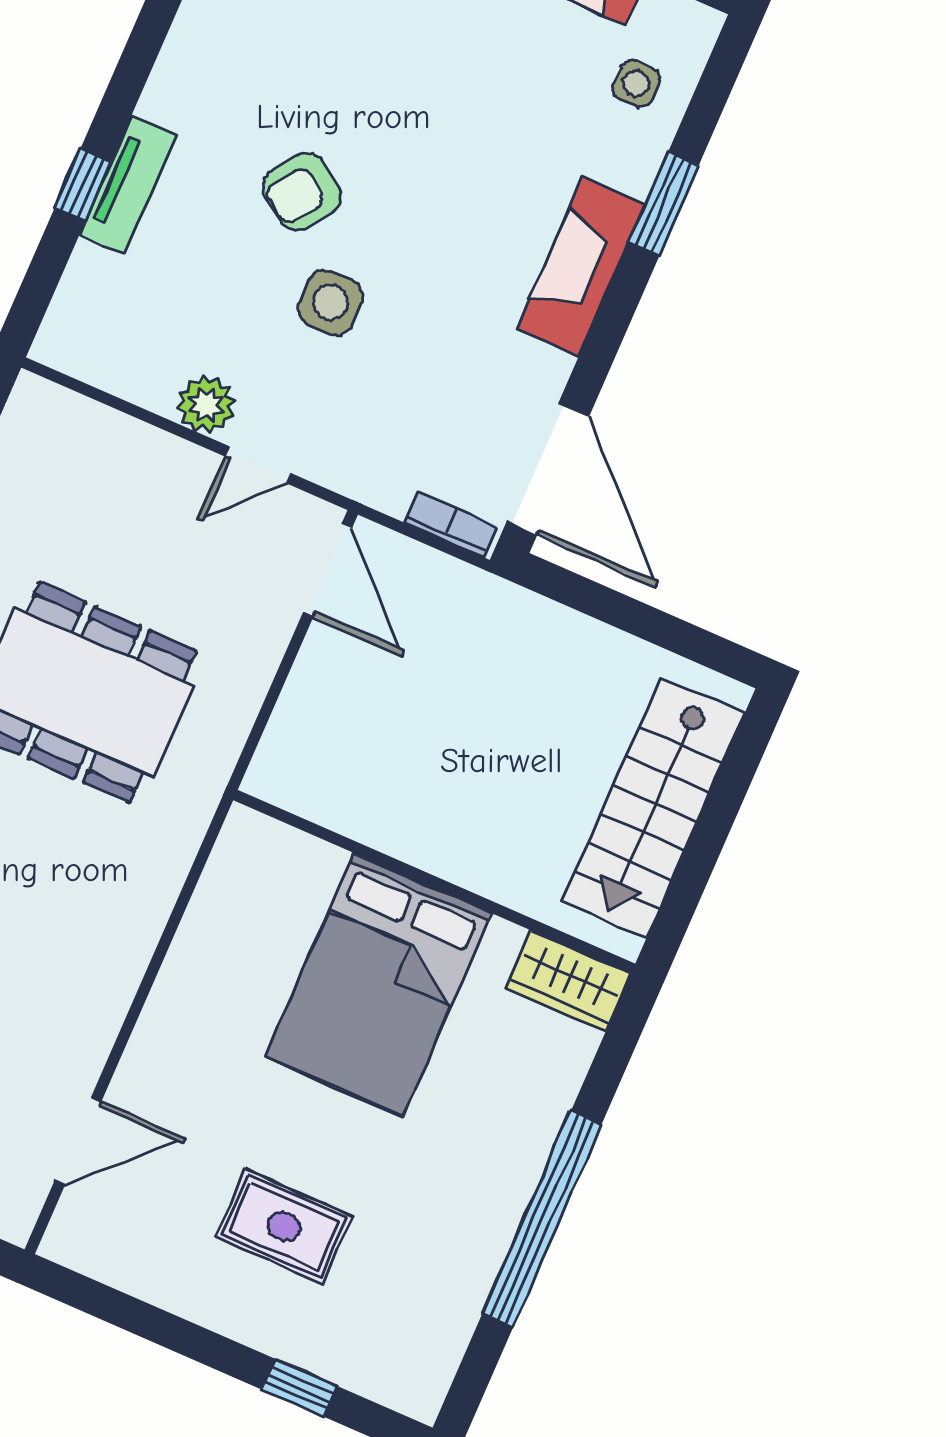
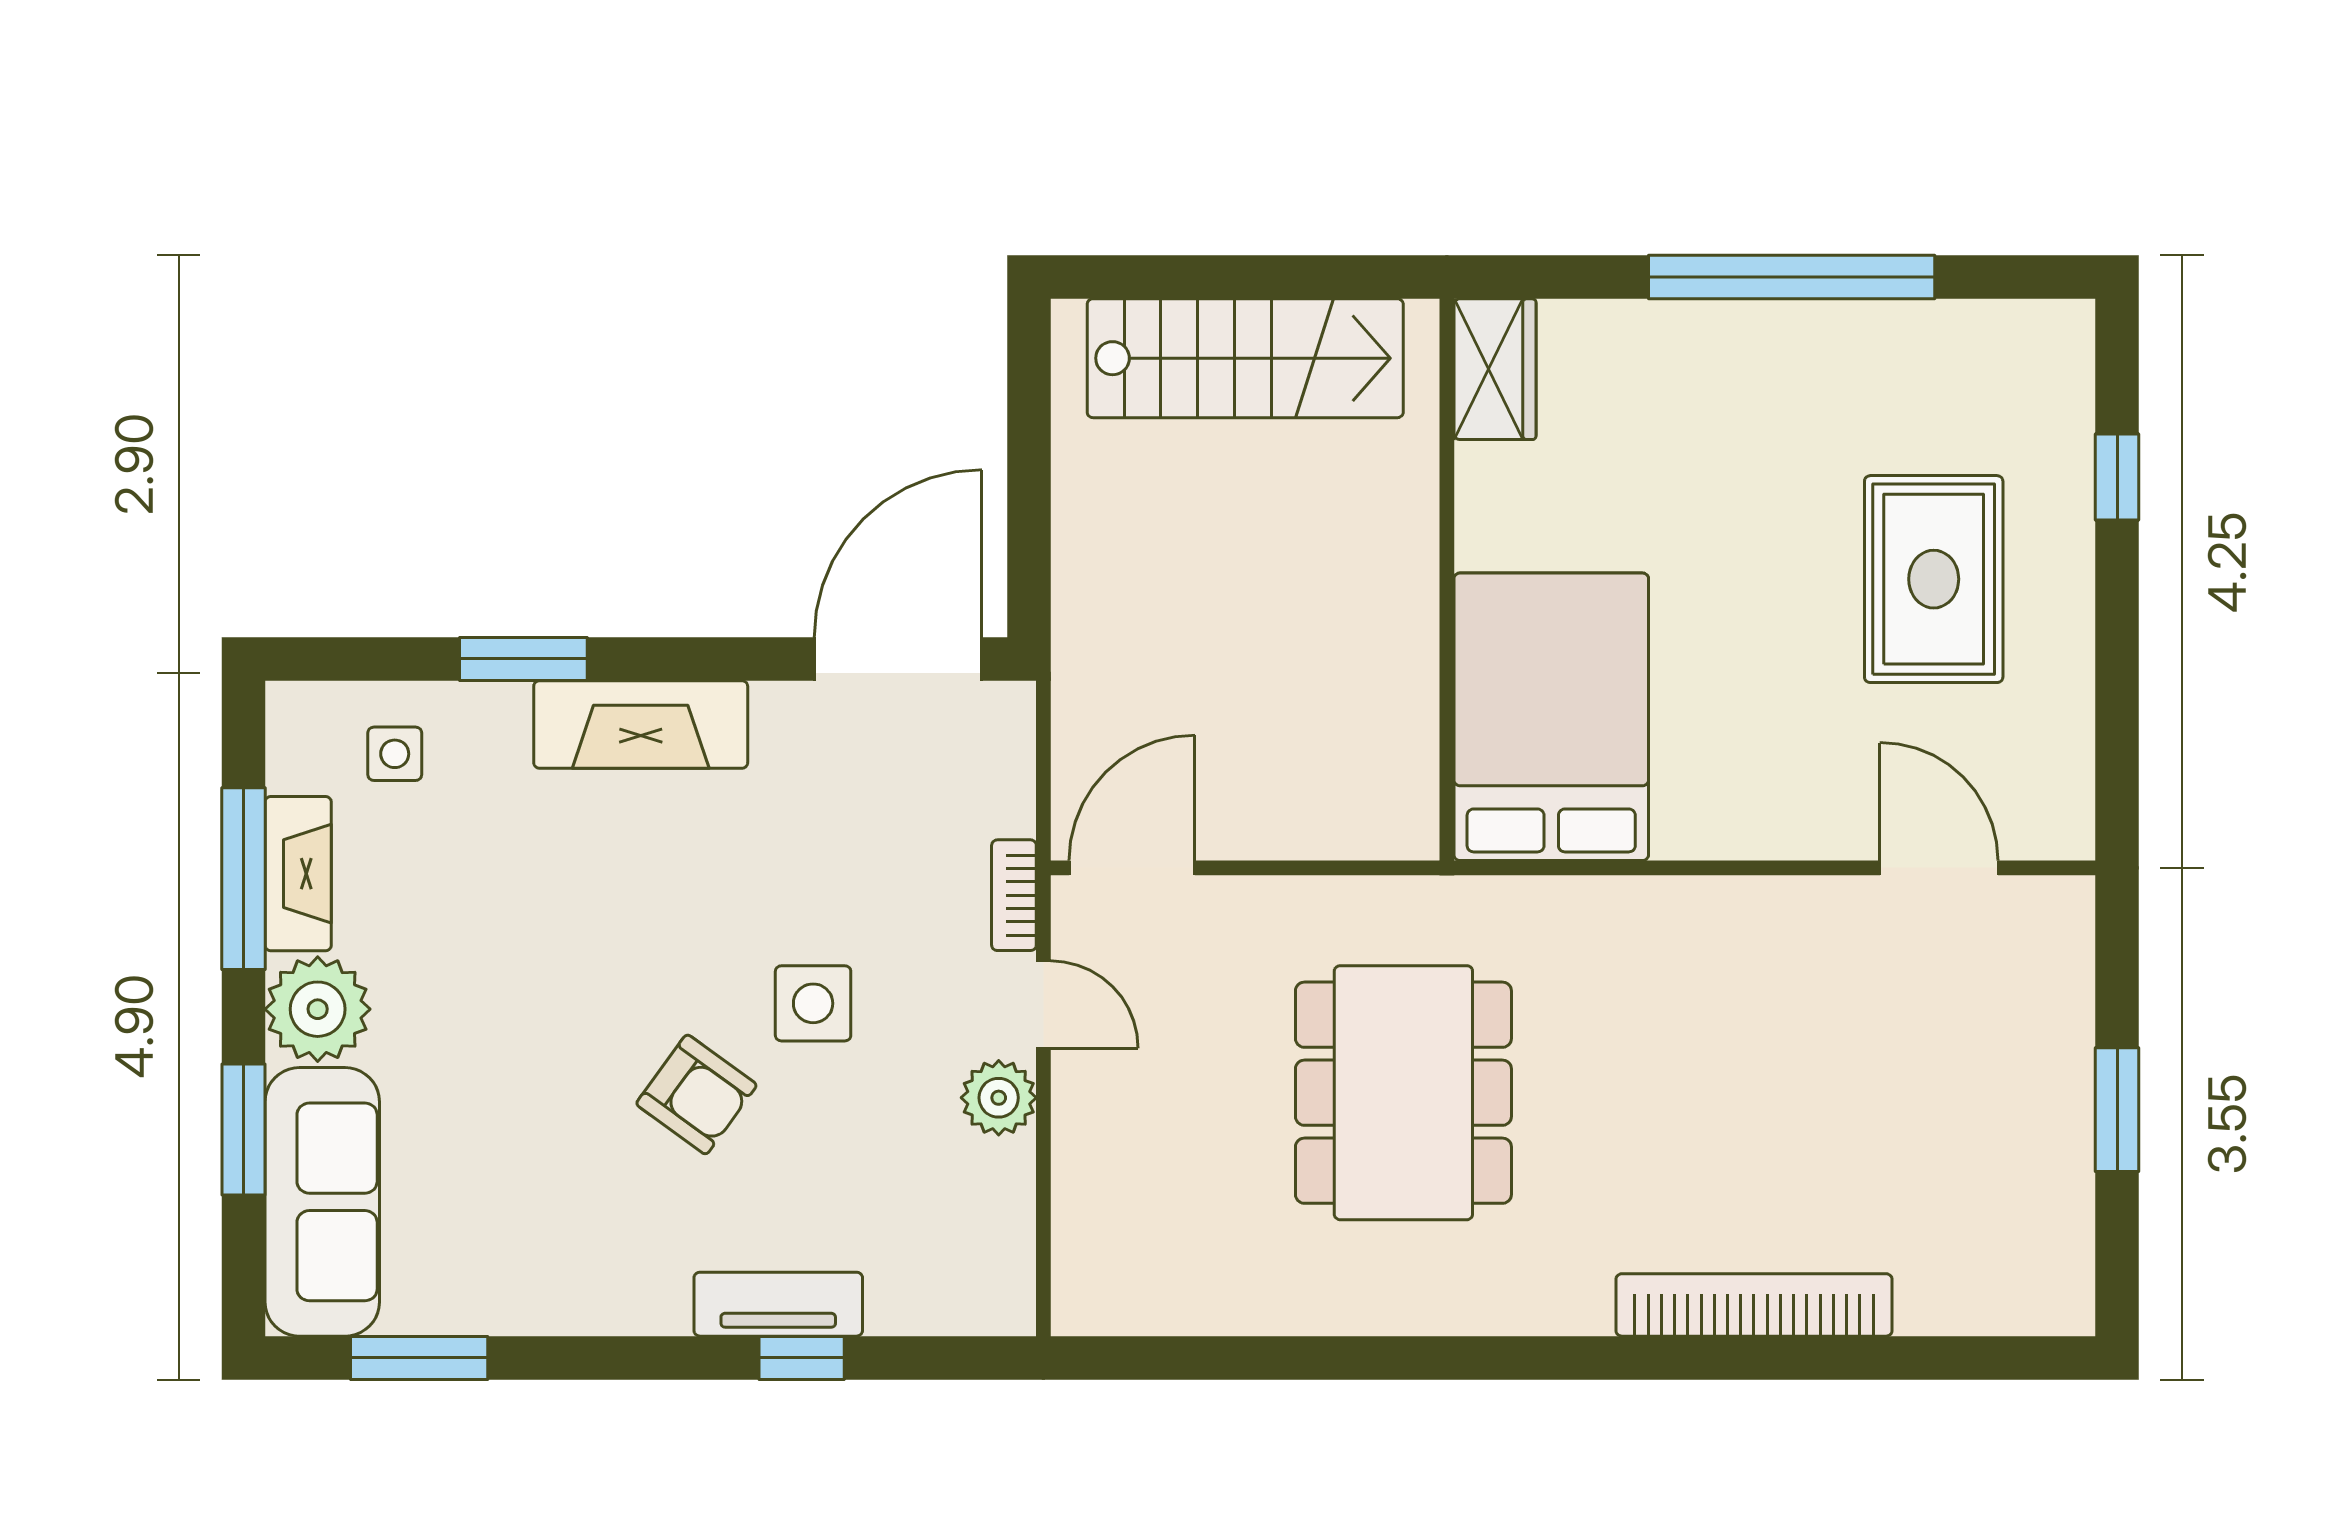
bookcase: (451, 524) -> (1014, 895), moved
bed: (379, 985) -> (1551, 717), moved, turned -90
rug: (284, 1227) -> (1934, 579), width x1.36, depth x1.43

